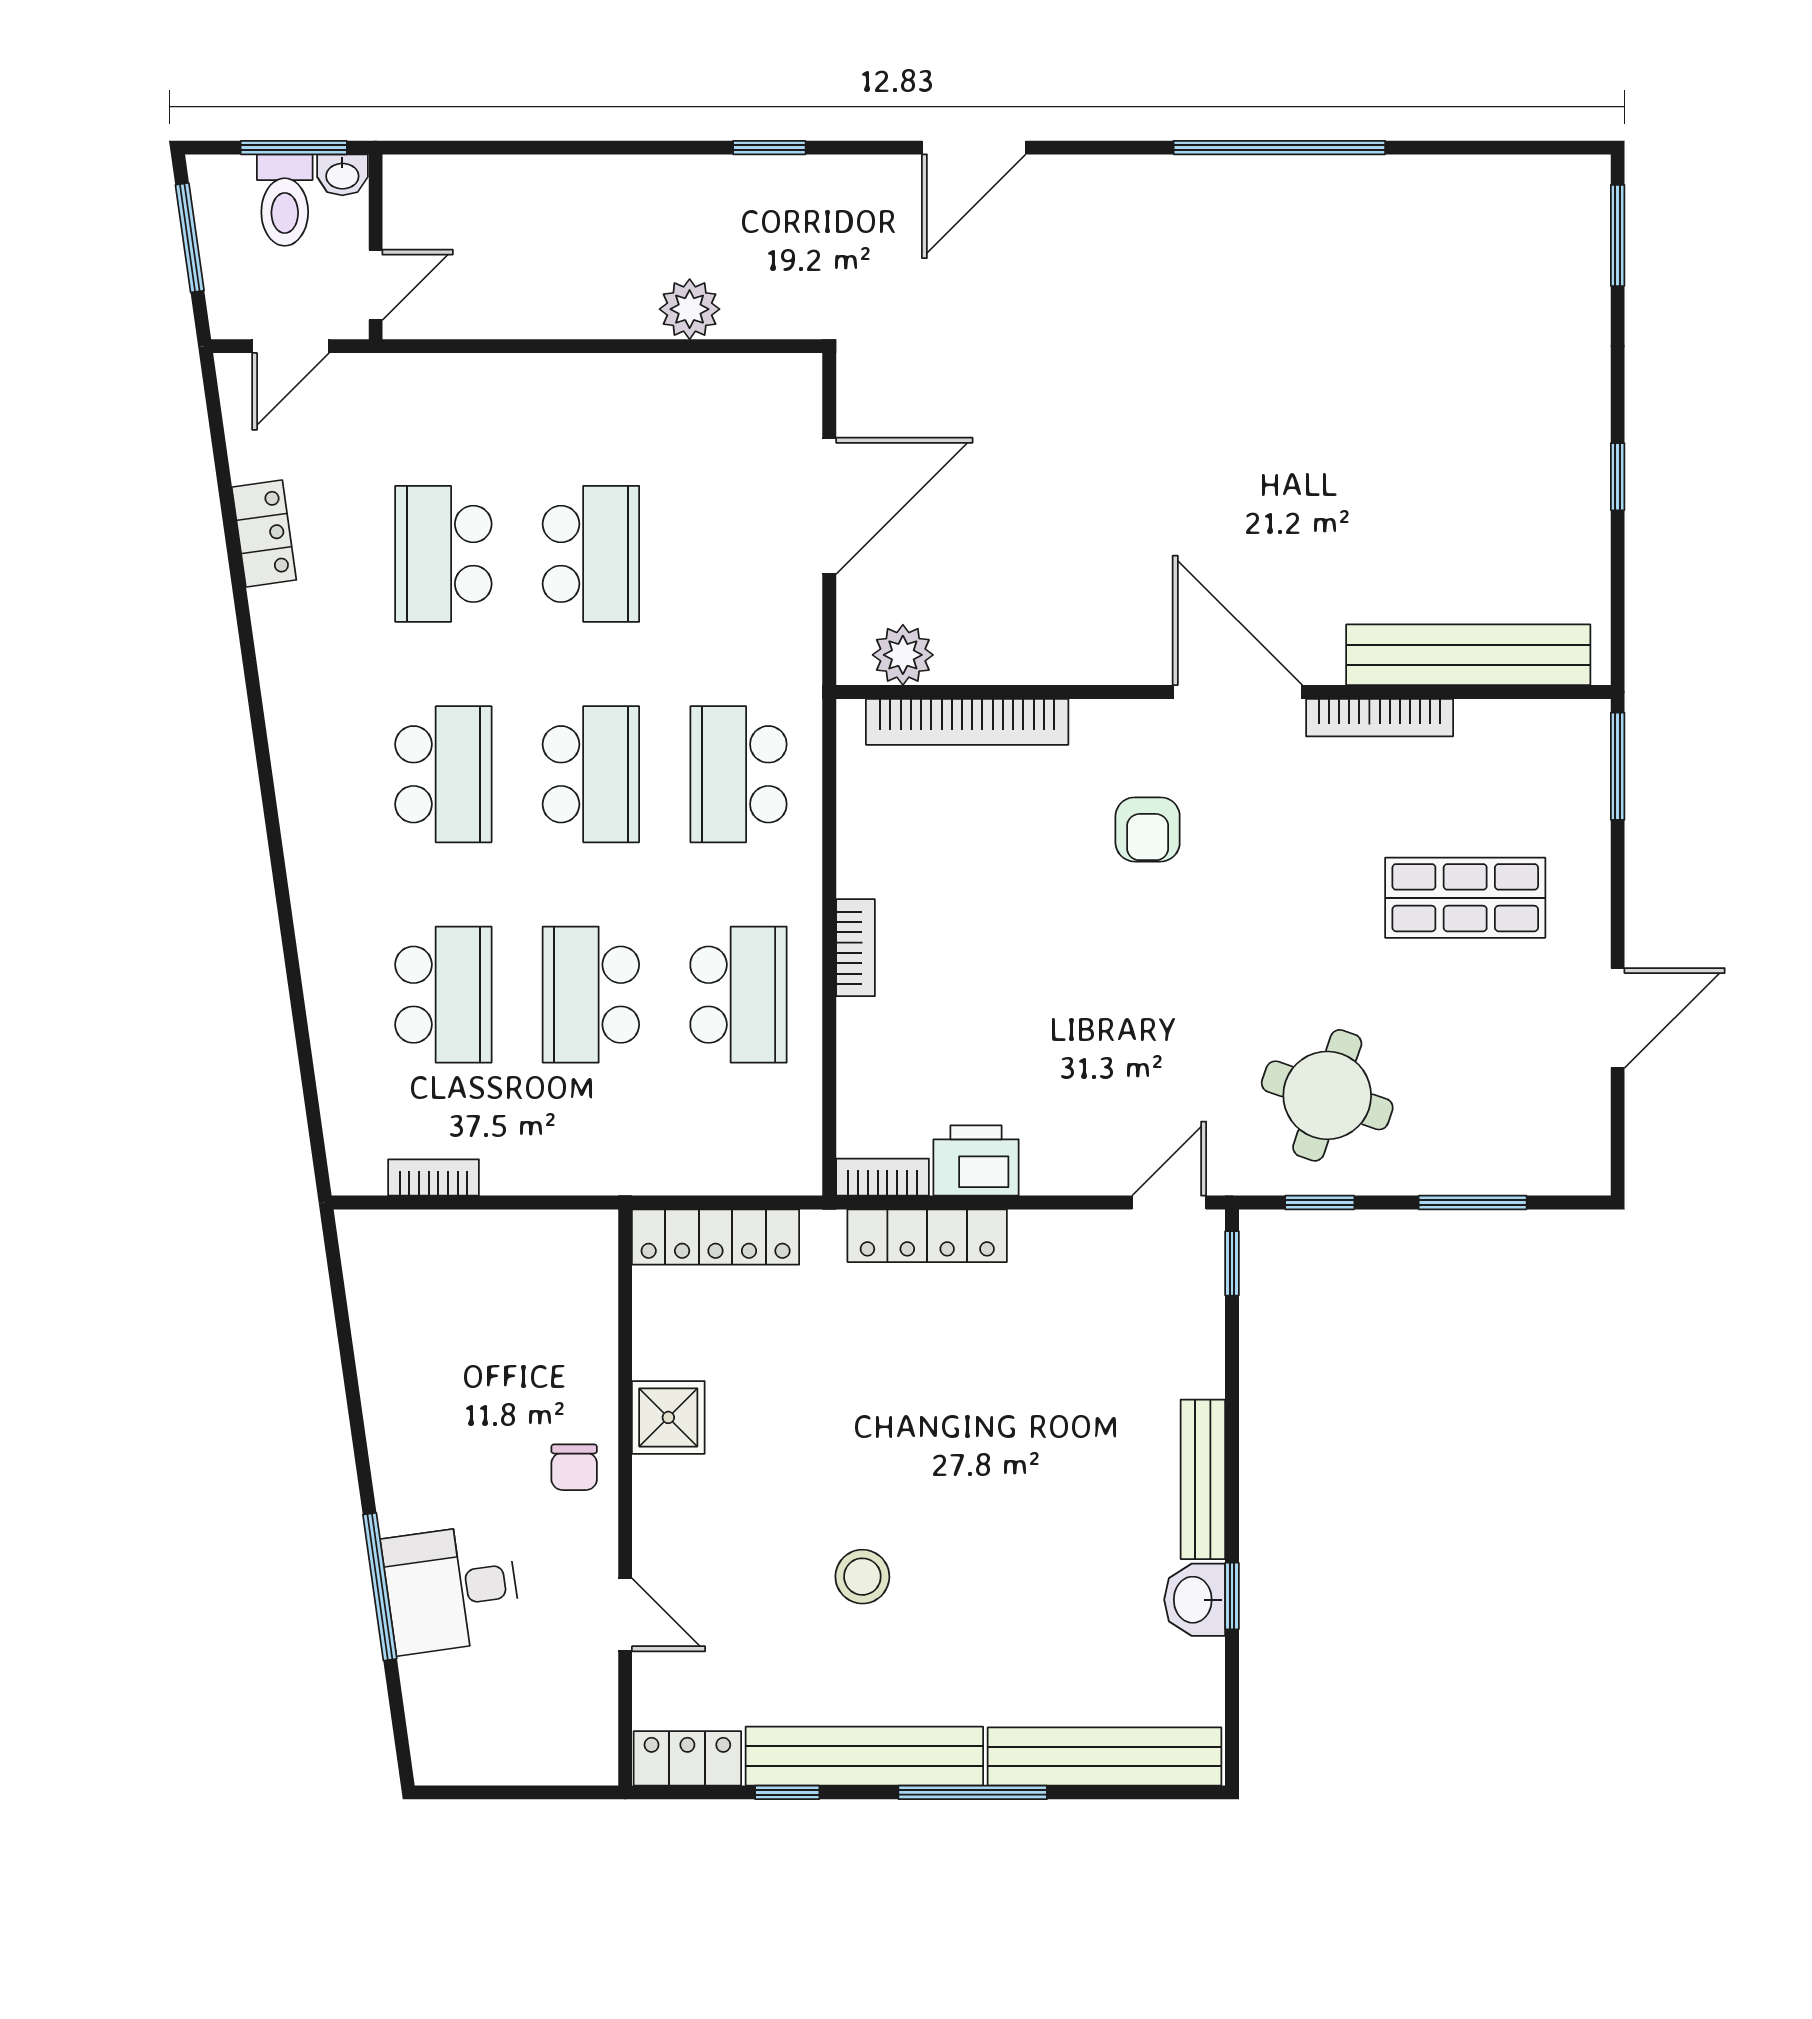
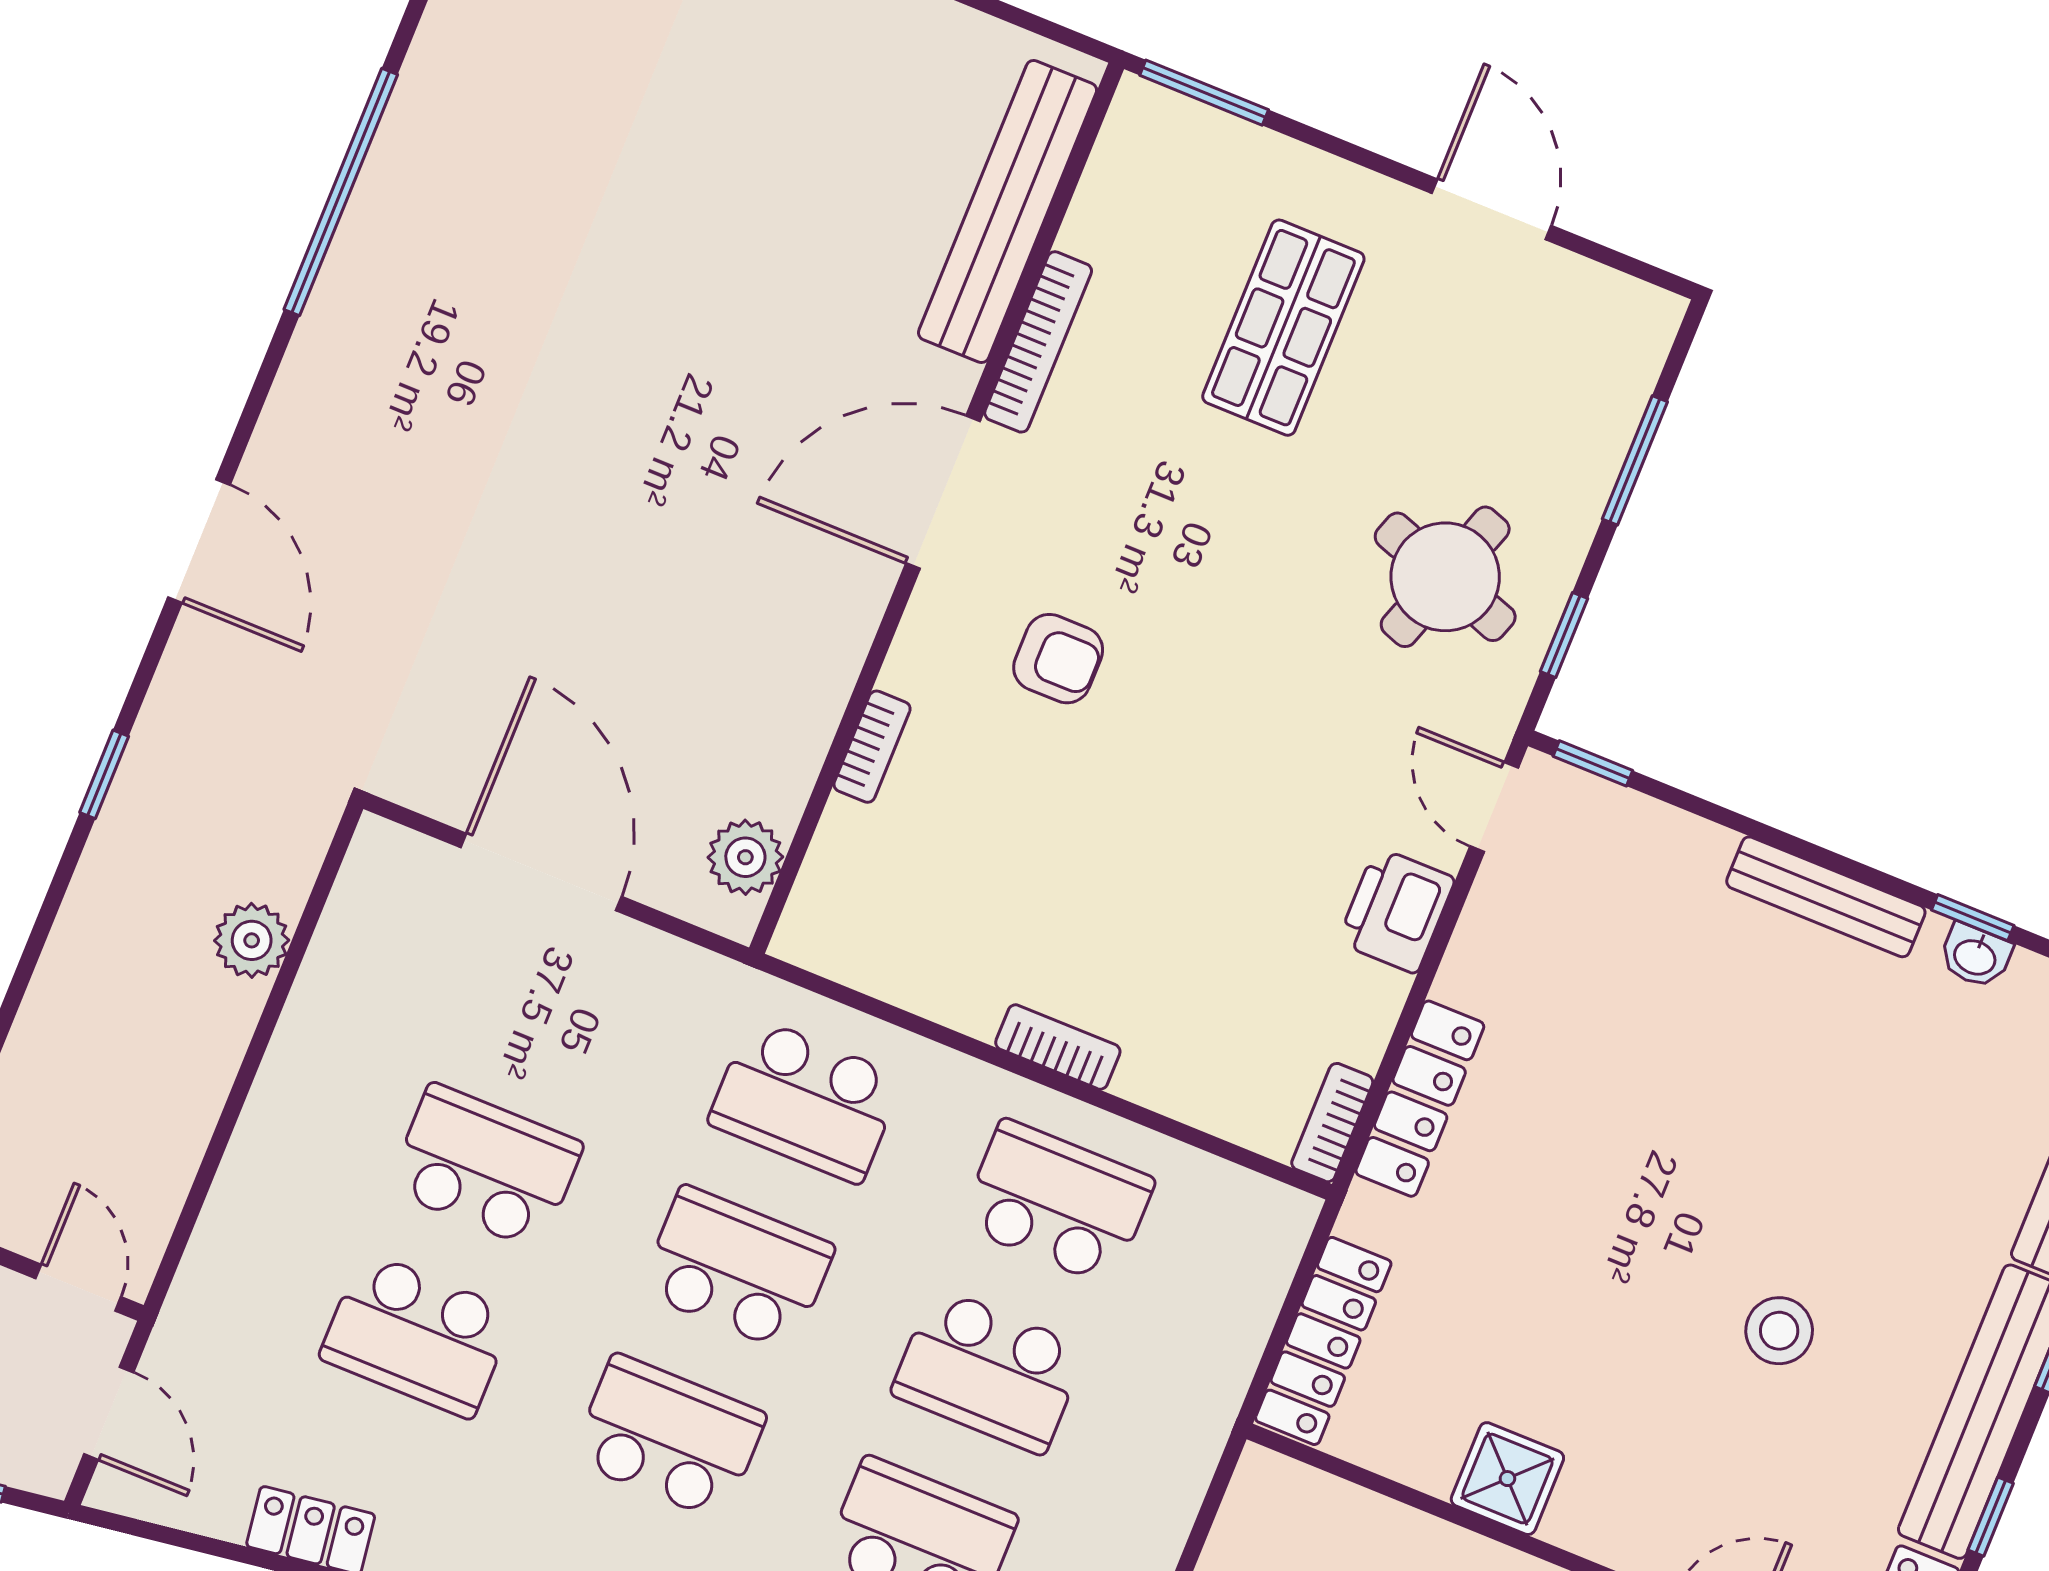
bookcase: (967, 722) -> (872, 747), width x0.43, depth x0.76
printer: (976, 1160) -> (1396, 910), moved
washbasin: (1195, 1600) -> (1975, 956), width x0.72, depth x0.69

